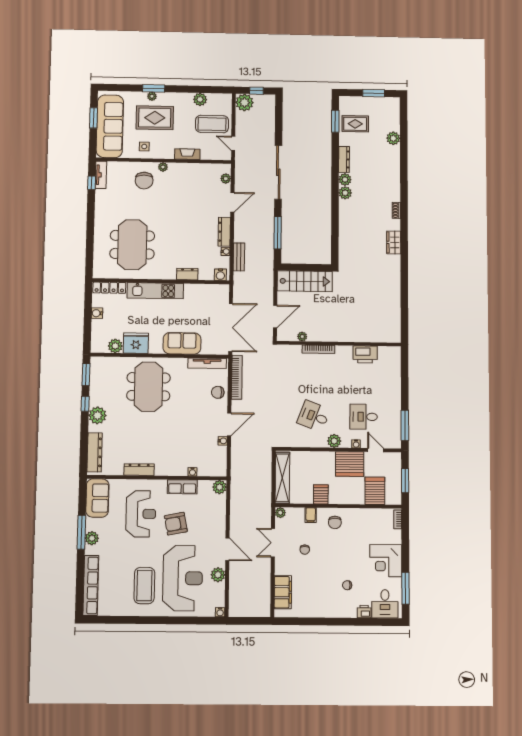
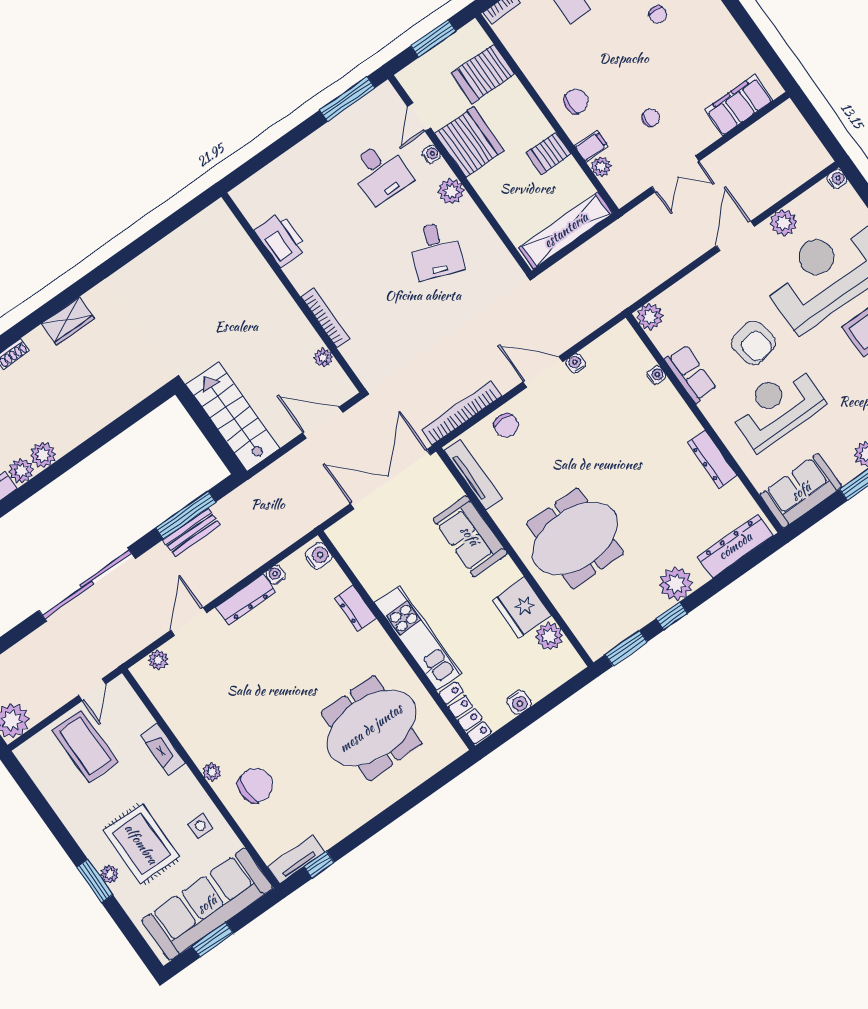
plant: (200, 99) -> (59, 795), removed
door: (232, 202) -> (189, 622), hinge flipped
bench: (239, 257) -> (192, 532), moved
plant: (280, 513) -> (601, 167), moved

